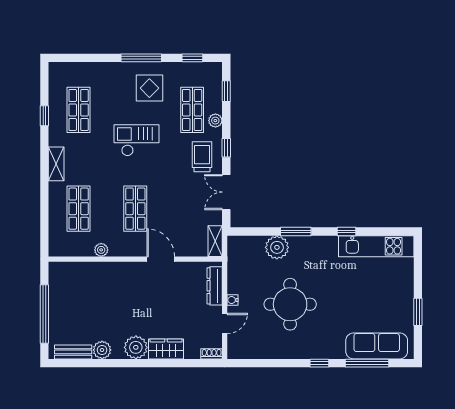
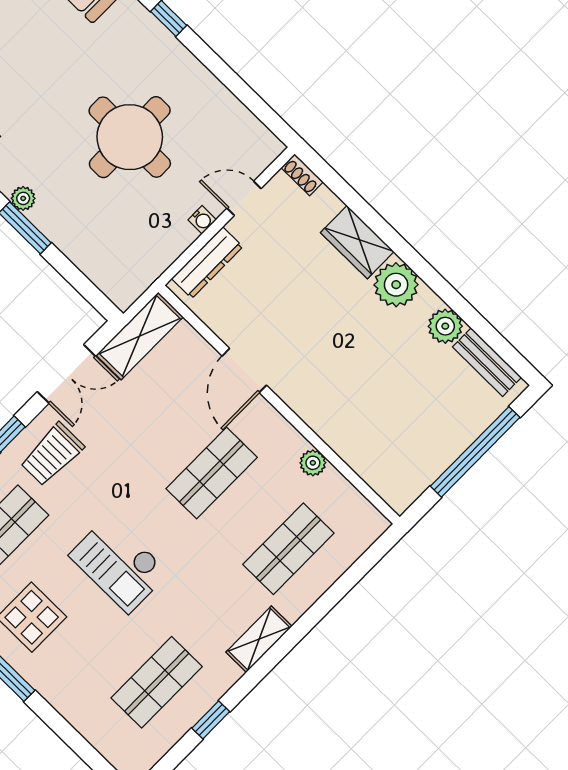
shelving: (215, 241) -> (140, 336), width x1.50, depth x1.33
plant: (277, 247) -> (23, 198), moved, width x0.53, depth x0.53

